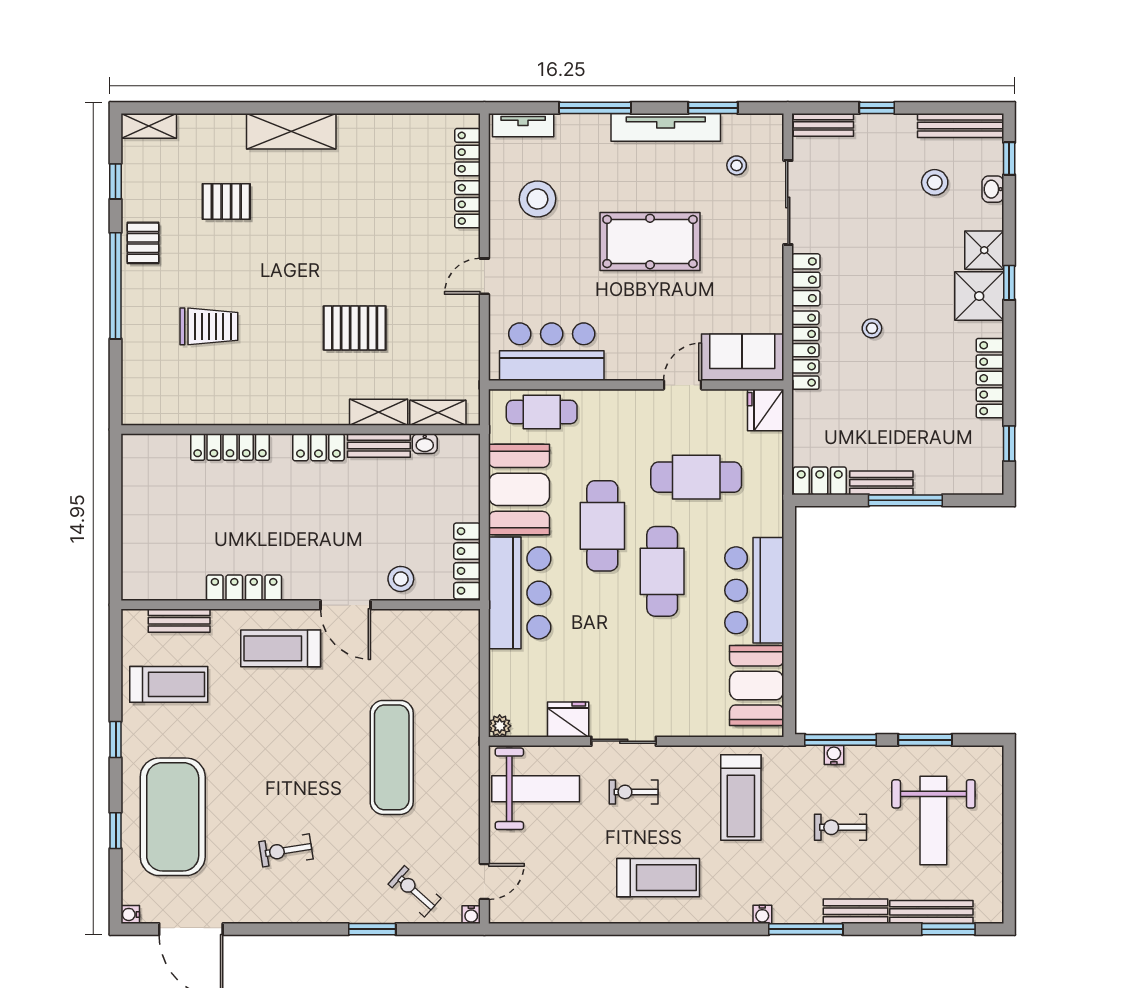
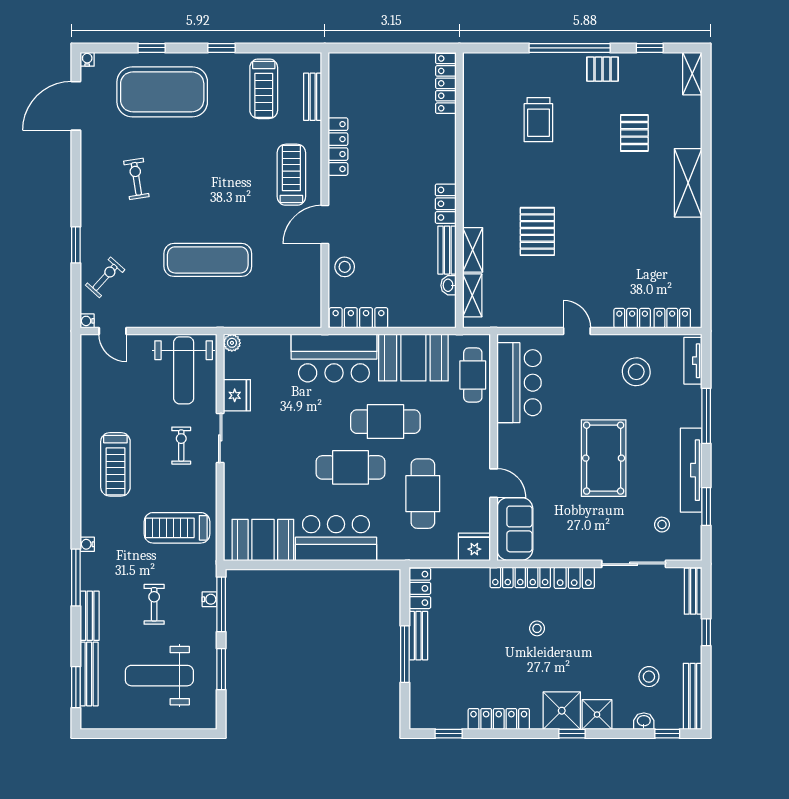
locker: (230, 447) -> (446, 83), moved

